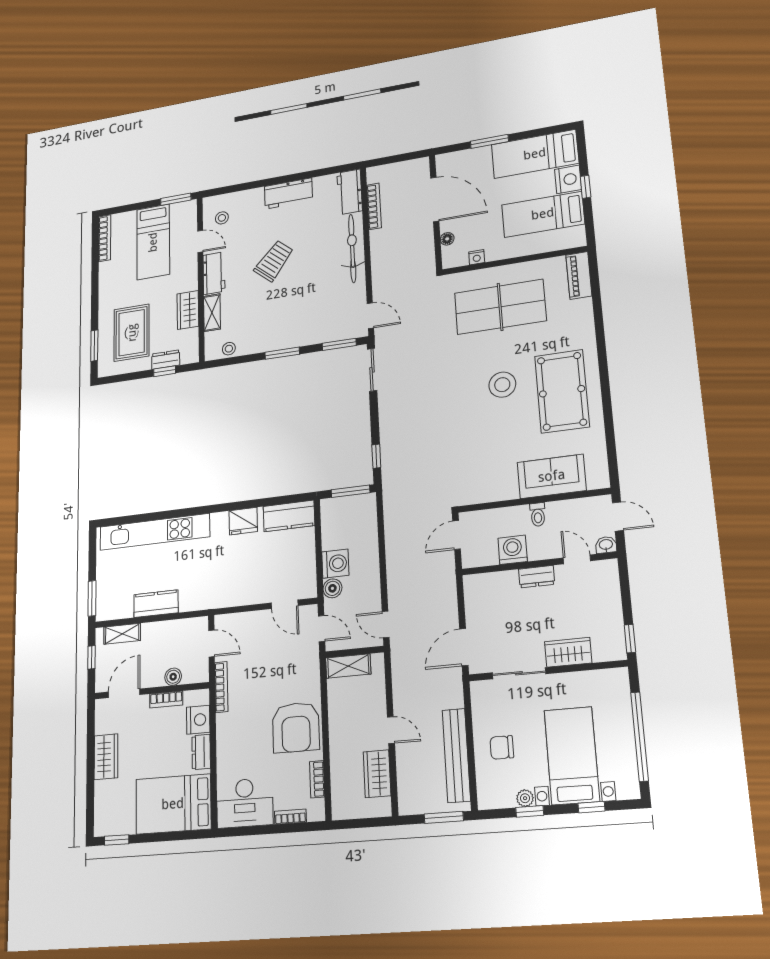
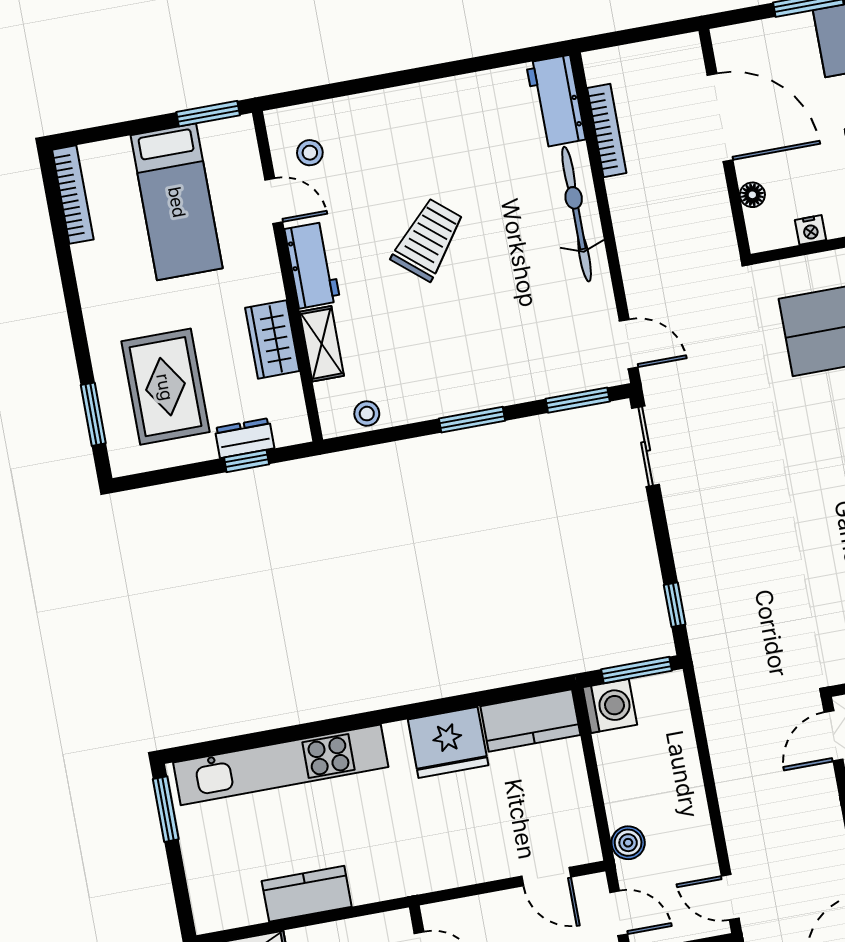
workbench: (288, 193) -> (436, 103), removed
fridge: (243, 521) -> (448, 742), width x1.36, depth x1.34
washing machine: (335, 564) -> (610, 706), moved
window: (92, 598) -> (166, 809), moved

